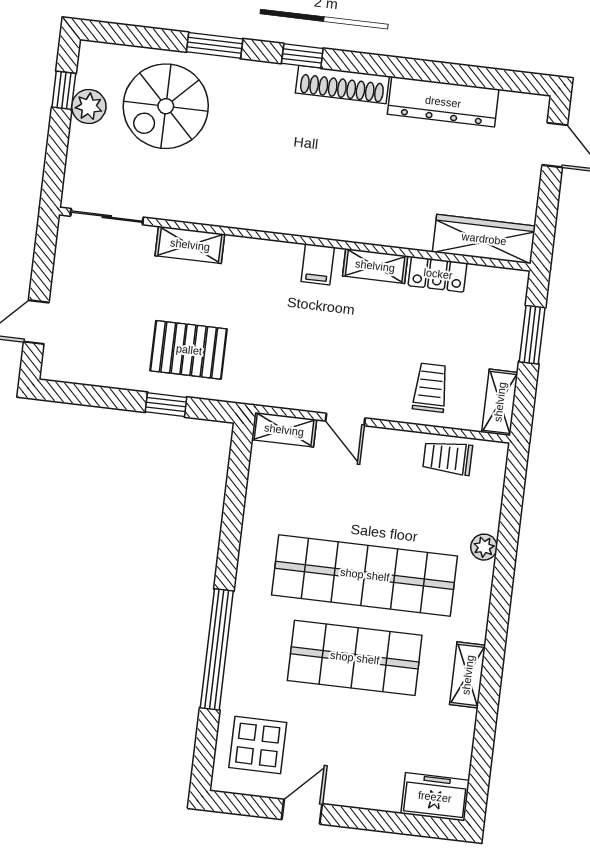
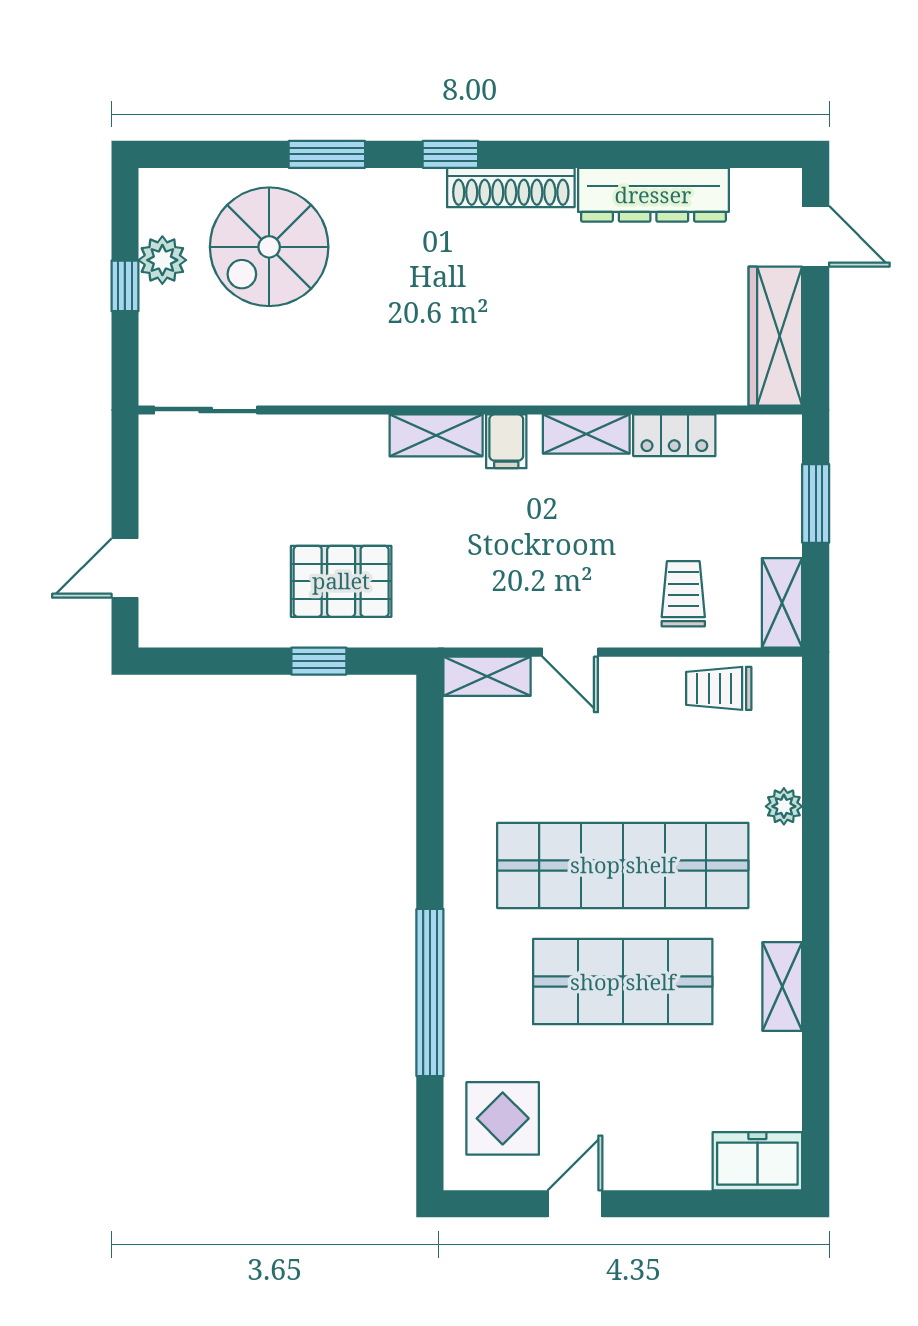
window: (64, 90) -> (125, 286), moved
wardrobe: (484, 239) -> (775, 336), moved, turned -90
shelving: (190, 245) -> (436, 435), moved

